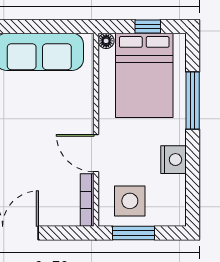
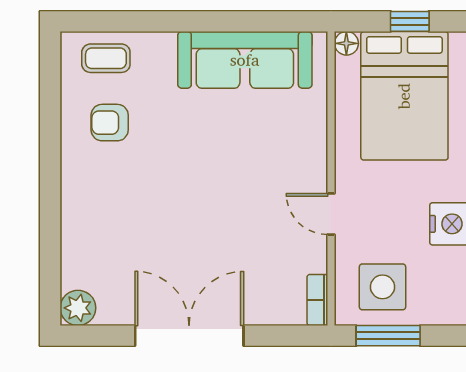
door: (96, 153) -> (331, 214), width x0.73
bookcase: (87, 200) -> (317, 300), width x0.64

